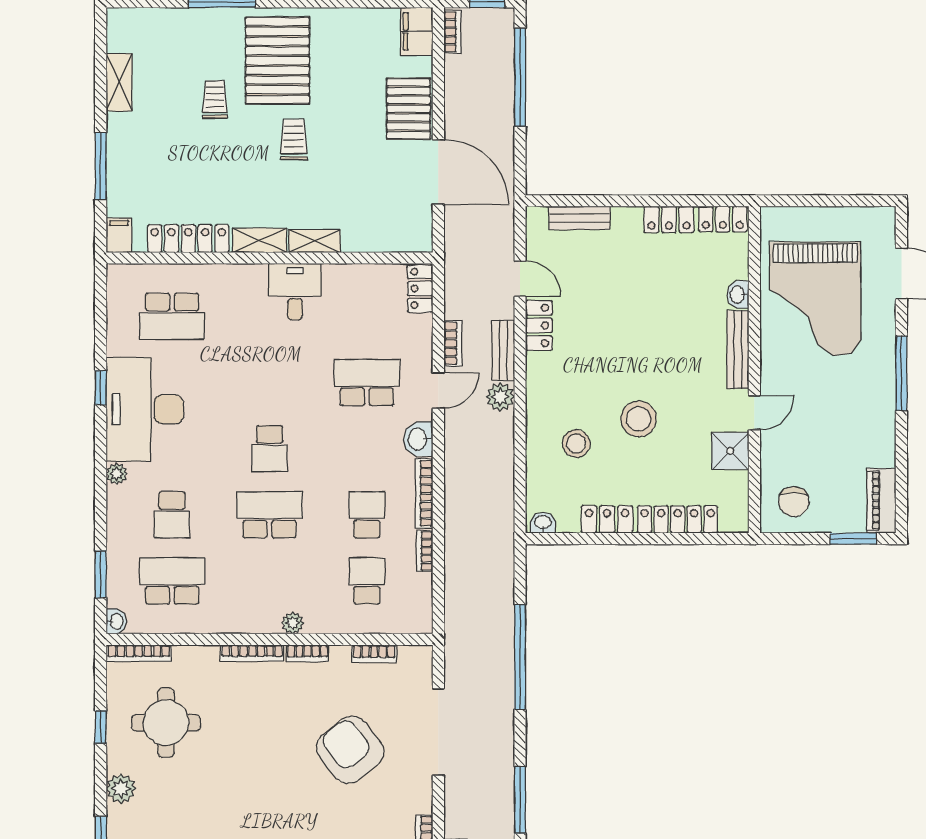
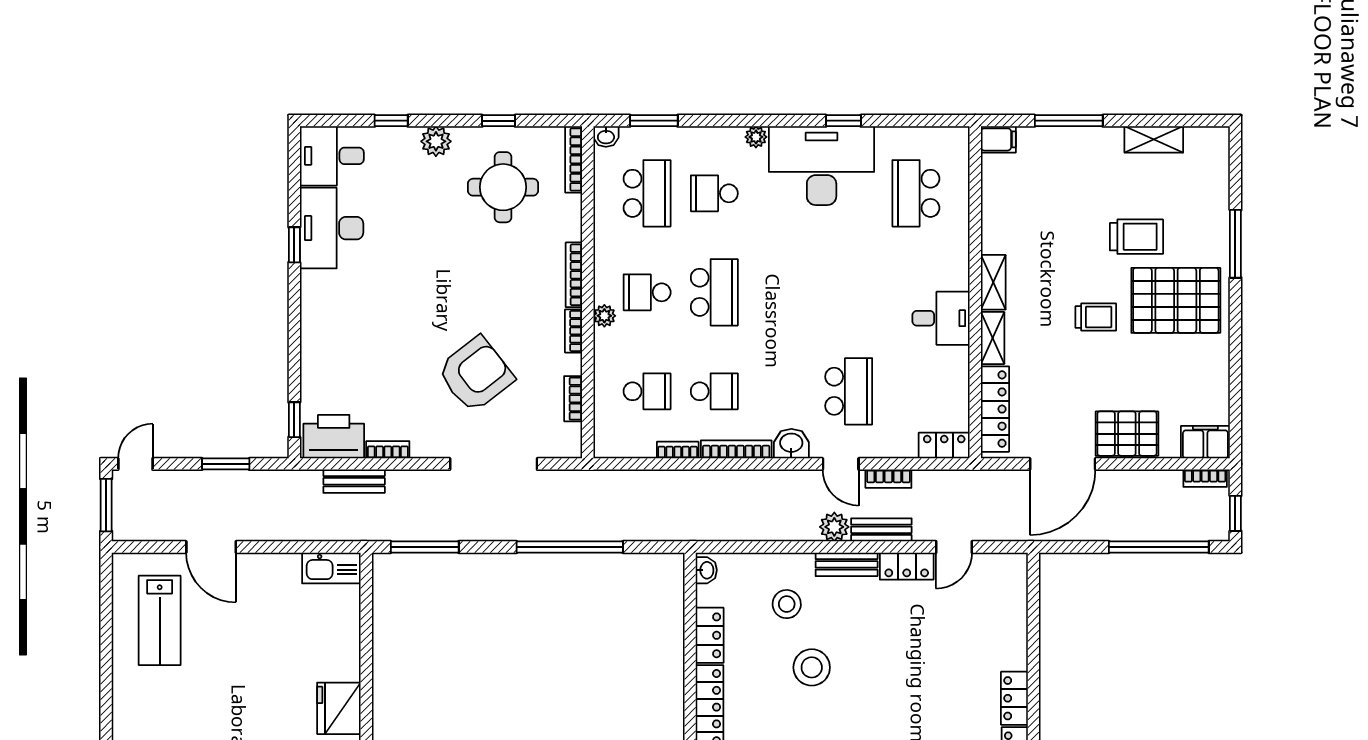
trolley: (215, 99) -> (1136, 237), width x1.36, depth x1.39
bench: (579, 218) -> (847, 564), moved, turned 90
locker: (188, 239) -> (995, 409), moved
school desk: (269, 449) -> (647, 292), moved

